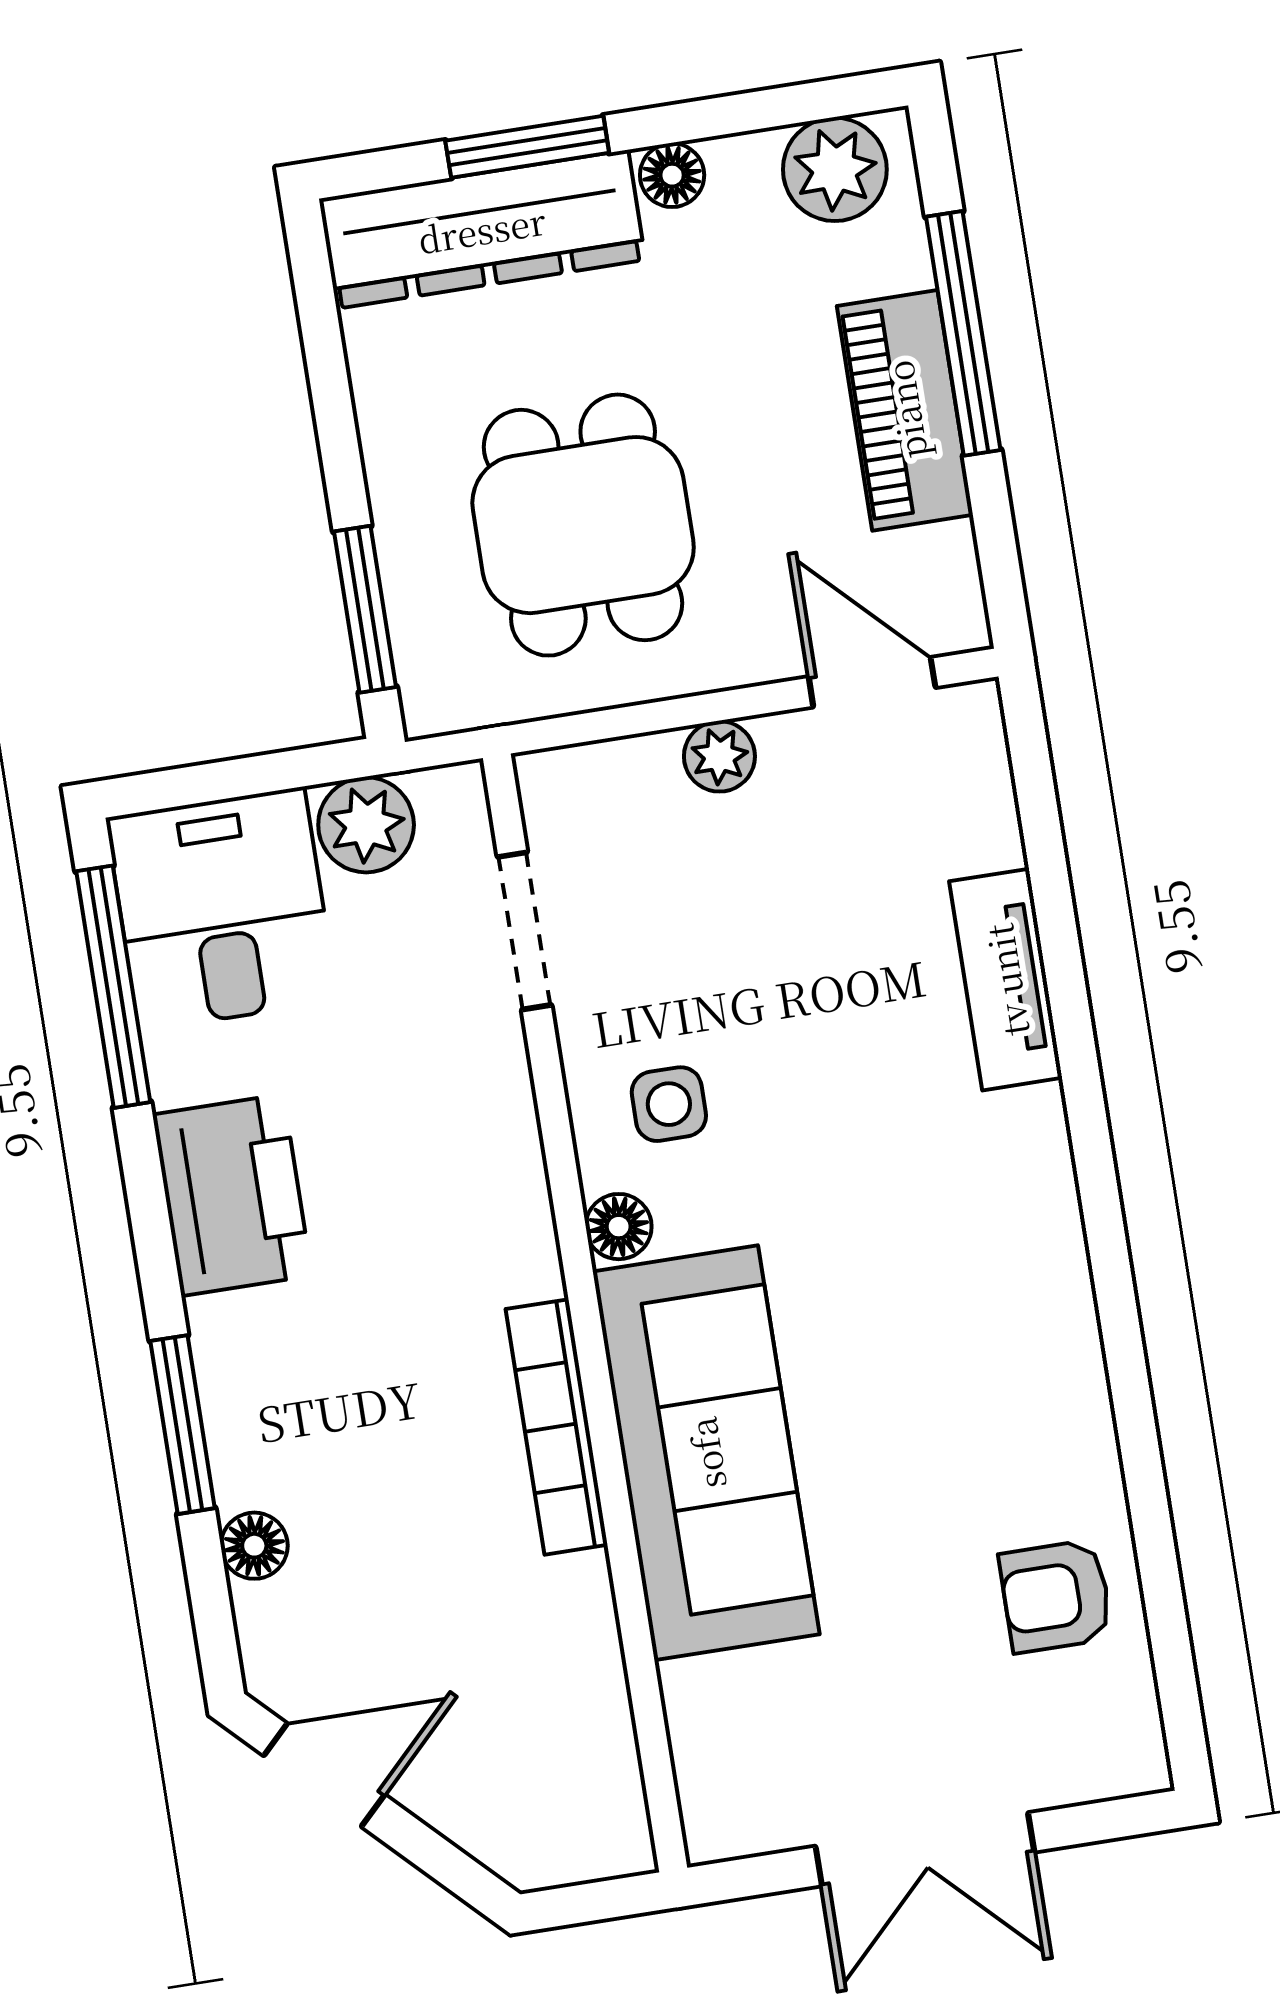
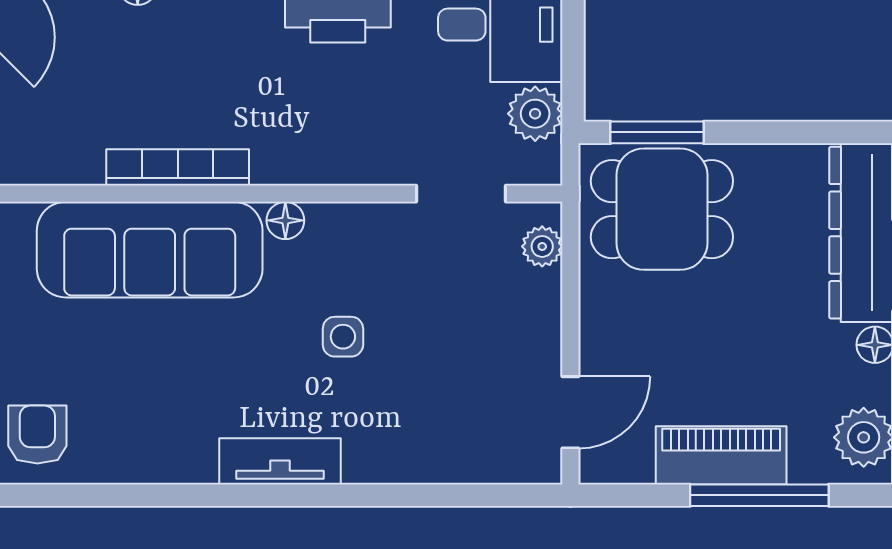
dining table: (583, 525) -> (662, 209), moved
plant: (719, 756) -> (542, 246), moved
tv unit: (1006, 980) -> (280, 461), moved
side table: (669, 1104) -> (343, 337), moved

